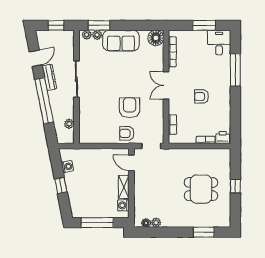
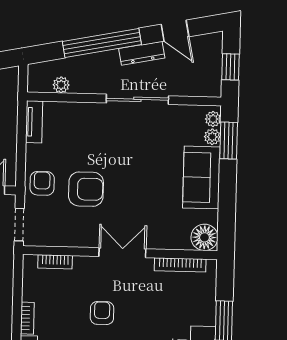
tv unit: (91, 139) -> (34, 122), added

